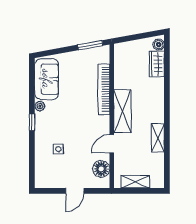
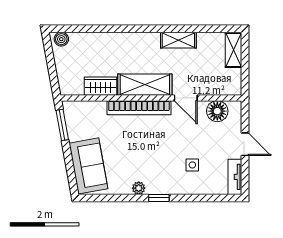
wardrobe: (157, 64) -> (101, 86), moved, turned 180
sofa: (47, 79) -> (88, 166), moved, turned 80
bookcase: (104, 89) -> (139, 108), moved
shelving: (135, 182) -> (233, 50), moved
tv unit: (49, 183) -> (235, 177), added

